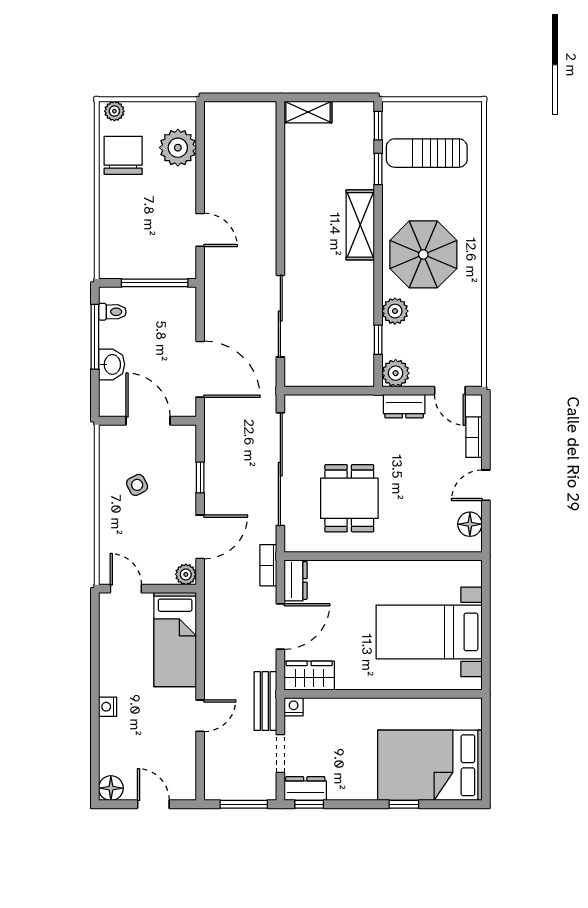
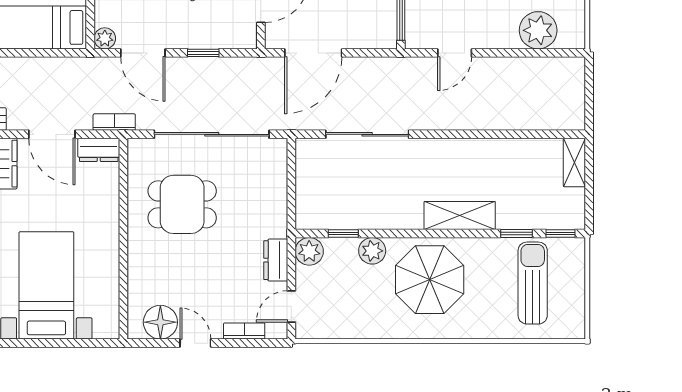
floor lamp: (470, 524) -> (160, 322), width x1.38, depth x1.38

